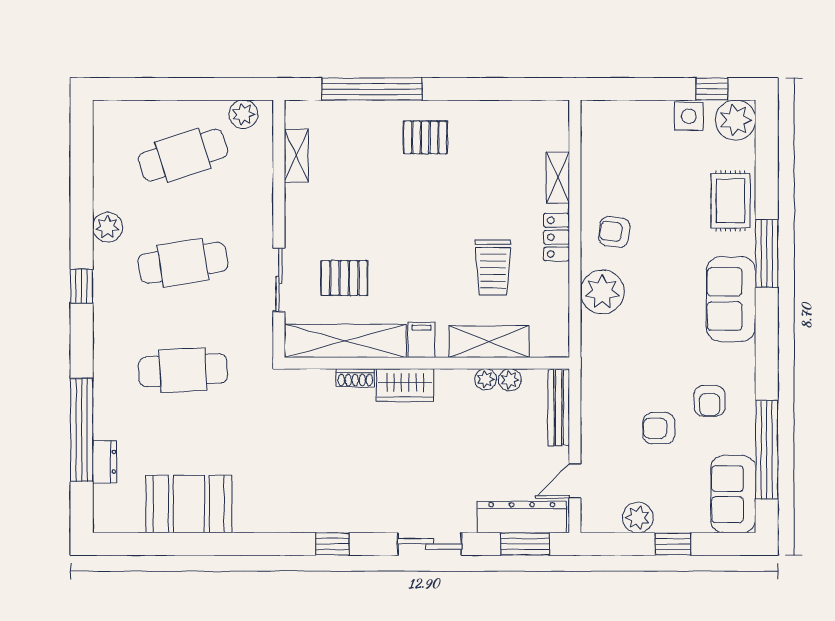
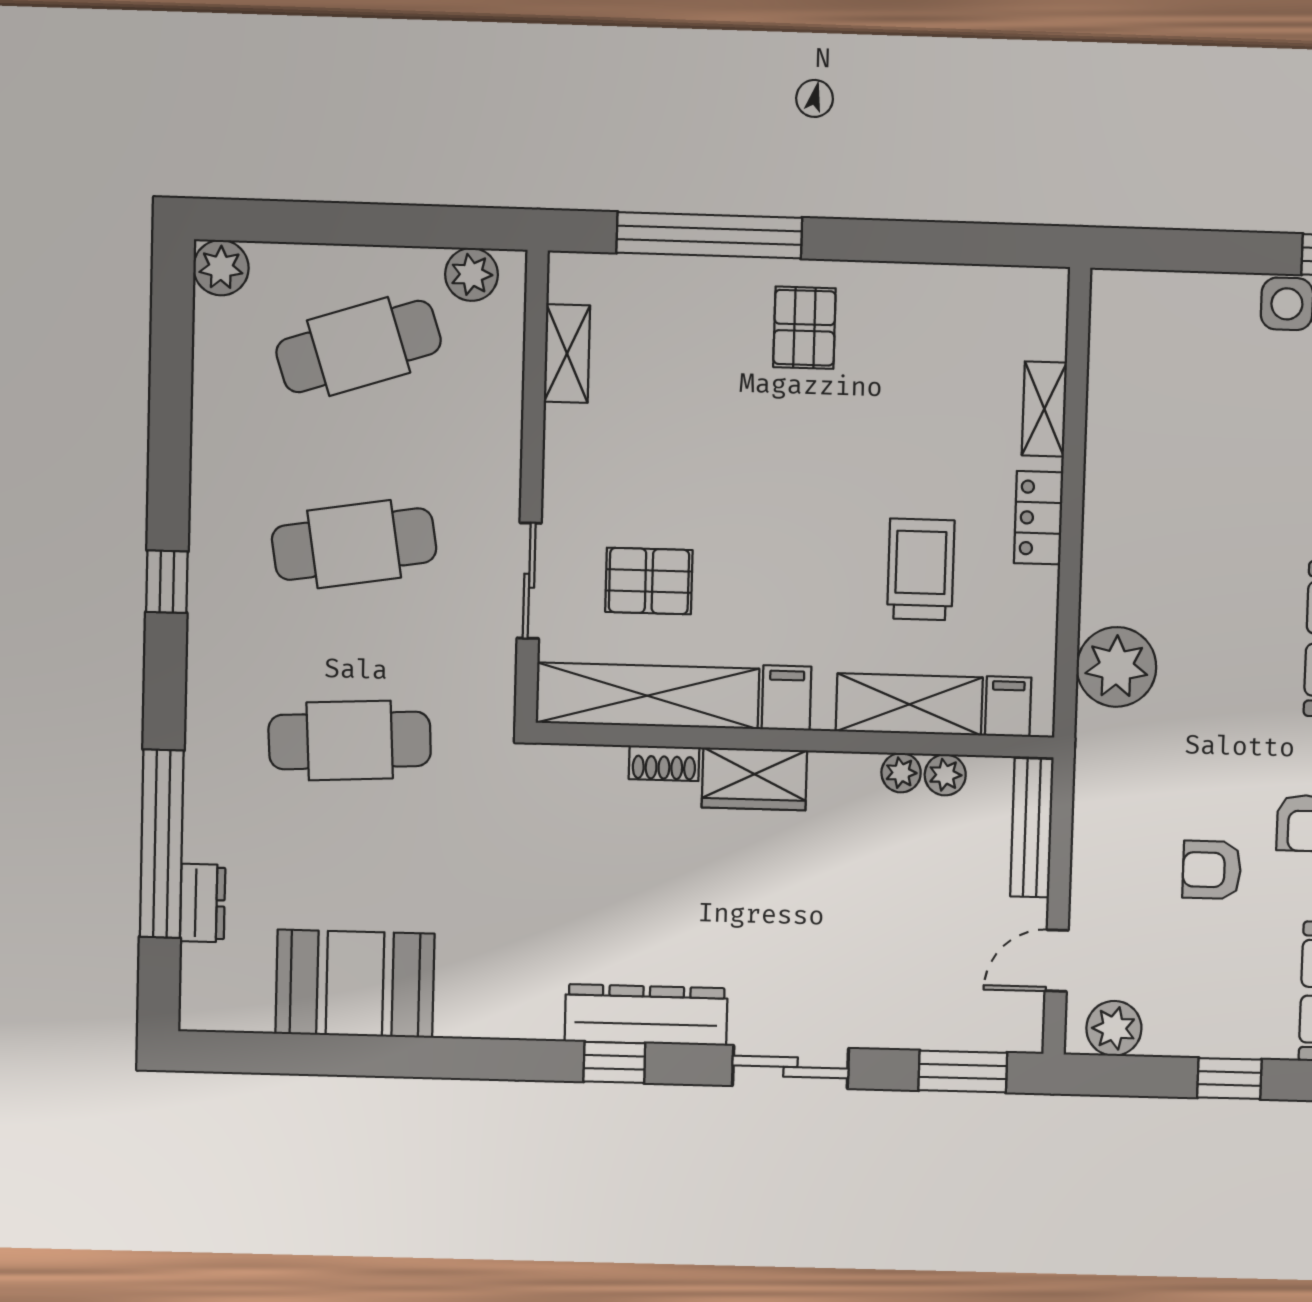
pallet: (425, 137) -> (804, 328), turned 90
plant: (107, 227) -> (221, 268), moved
armchair: (614, 232) -> (1144, 511), removed
trolley: (493, 267) -> (921, 569), turned 180
plant: (602, 292) -> (1116, 667), moved
filing cabinet: (543, 341) -> (1008, 707), added
dresser: (522, 517) -> (646, 1015), moved
plant: (638, 518) -> (1114, 1028), moved

